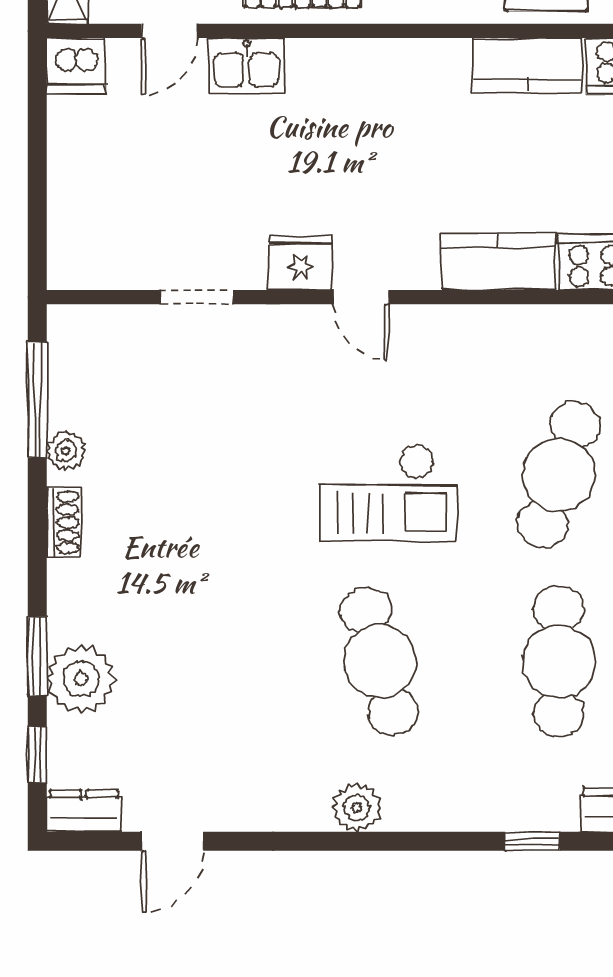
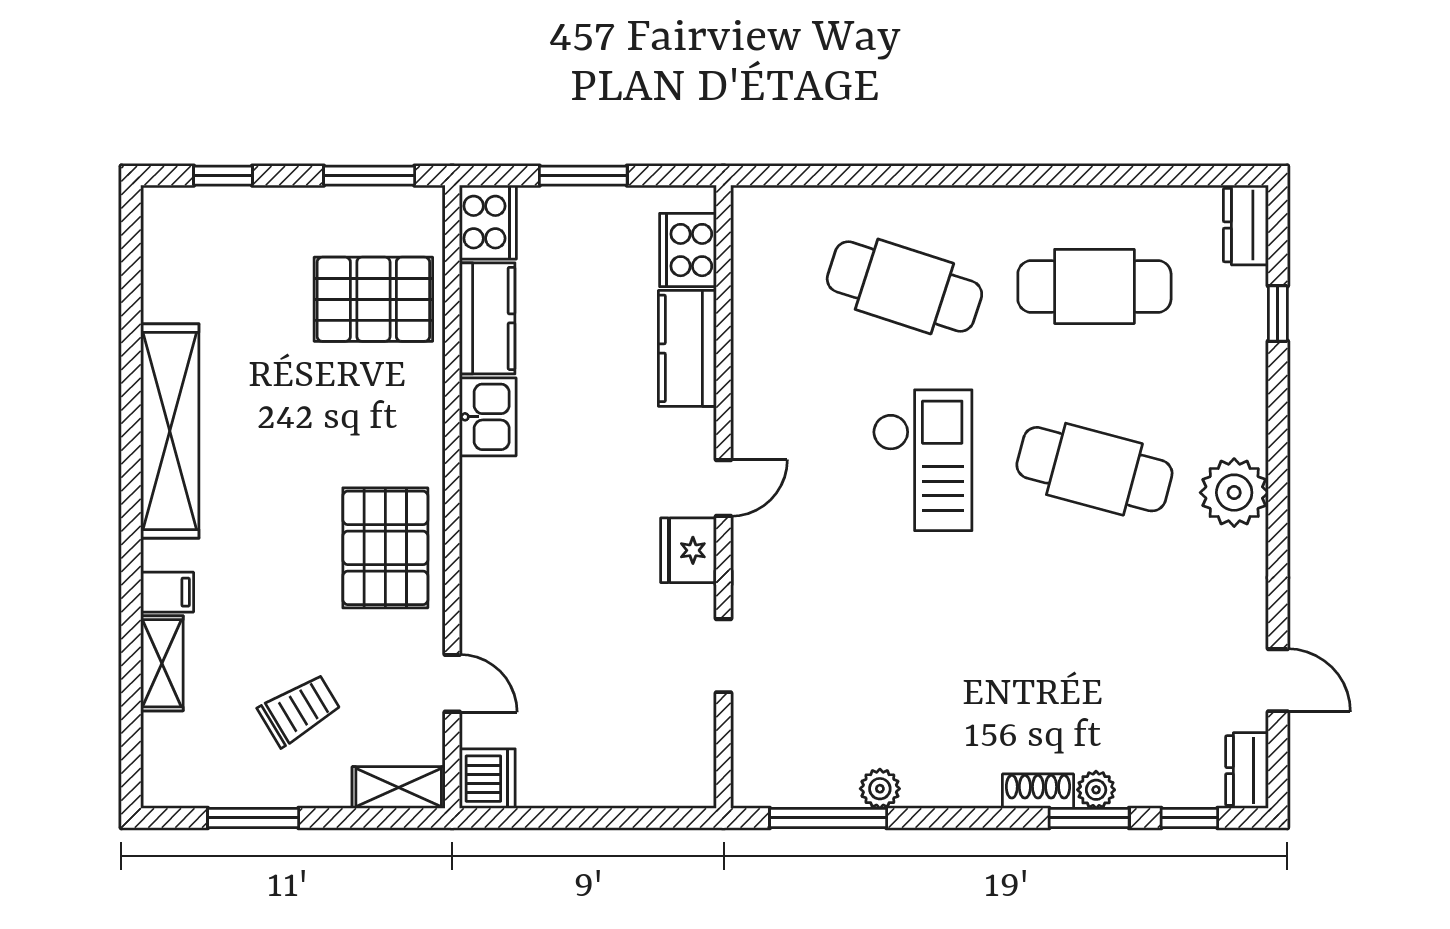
kitchen sink: (246, 66) -> (488, 417), moved
shoe rack: (64, 522) -> (1038, 791), moved
cafe table: (380, 661) -> (1094, 469), turned 30
plant: (81, 679) -> (1096, 790), width x0.53, depth x0.53
plant: (357, 807) -> (1234, 493), width x1.36, depth x1.36

